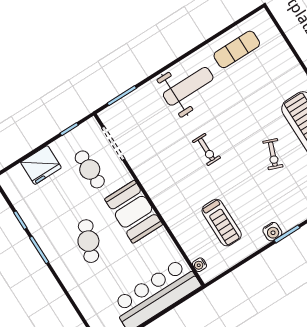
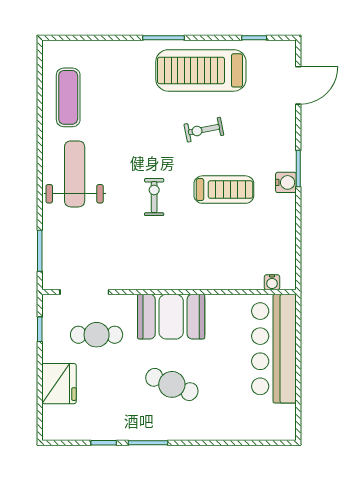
exercise bike: (206, 149) -> (154, 197), turned -90
exercise bike: (273, 154) -> (204, 130), turned 148
treadmill: (222, 223) -> (224, 190), moved

